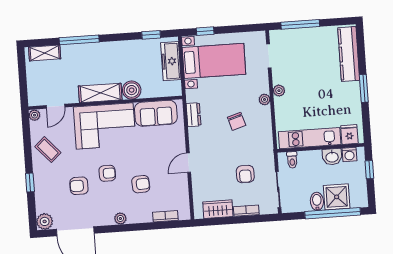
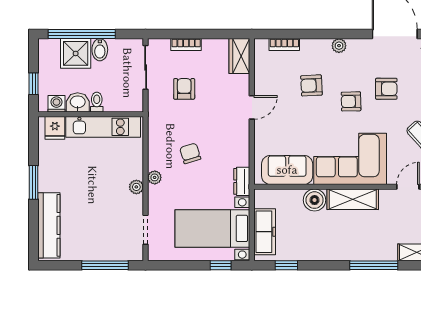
dresser: (194, 115) -> (242, 181), moved
toilet: (292, 160) -> (97, 102), moved
wardrobe: (218, 209) -> (239, 56), moved, turned 90

